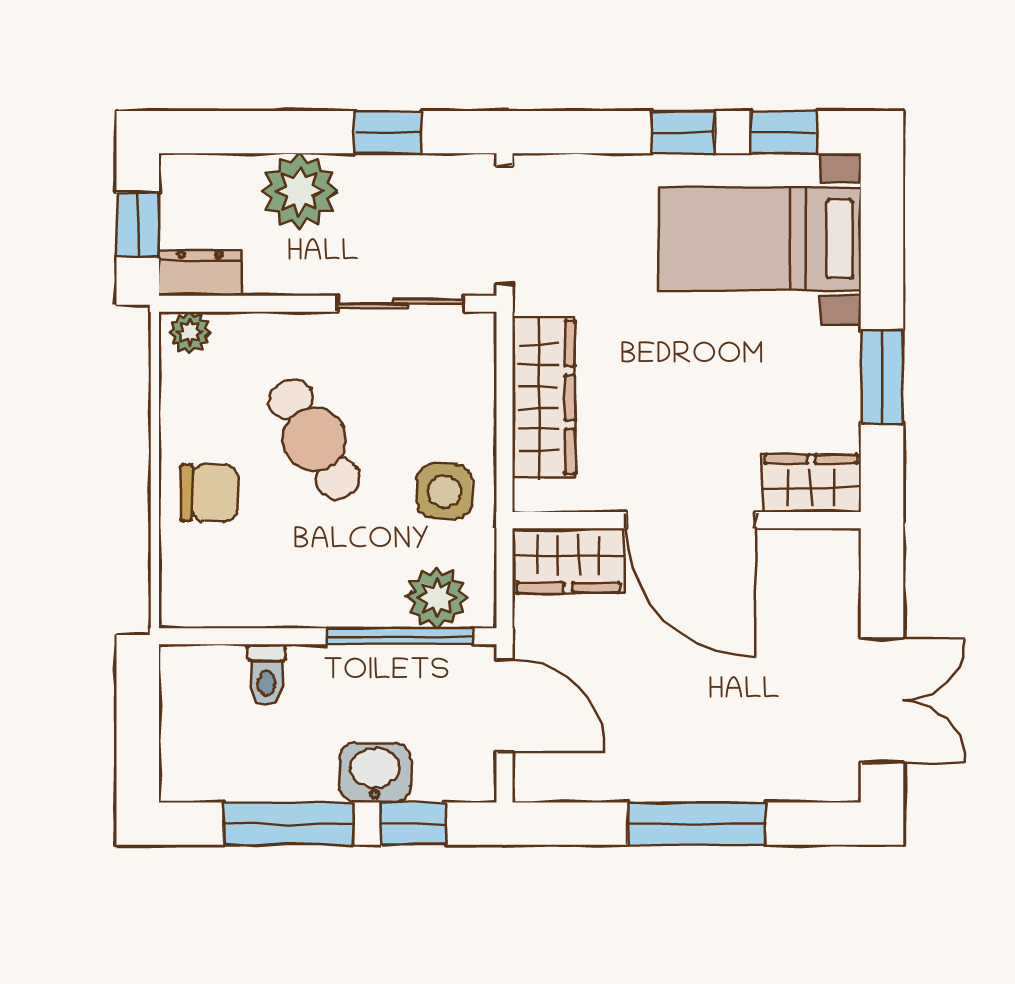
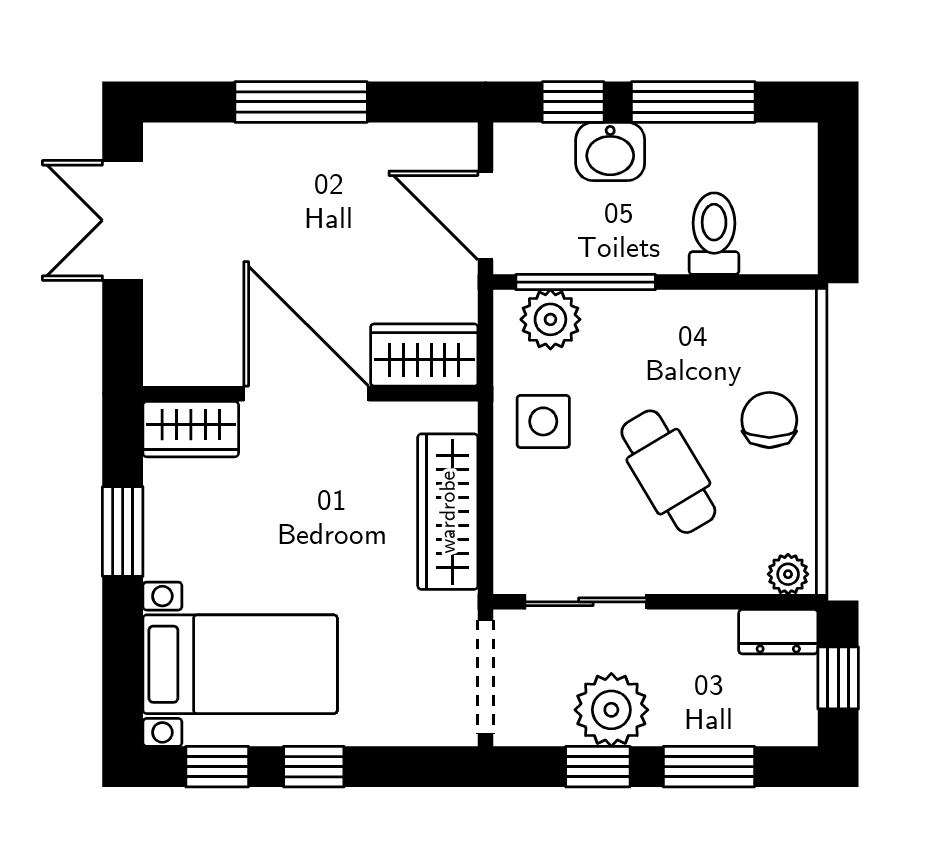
window: (272, 132) -> (709, 767), added
plant: (299, 191) -> (611, 710), moved
chair: (209, 493) -> (769, 420), turned 90
toilet: (267, 675) -> (714, 234), width x1.37, depth x1.39

